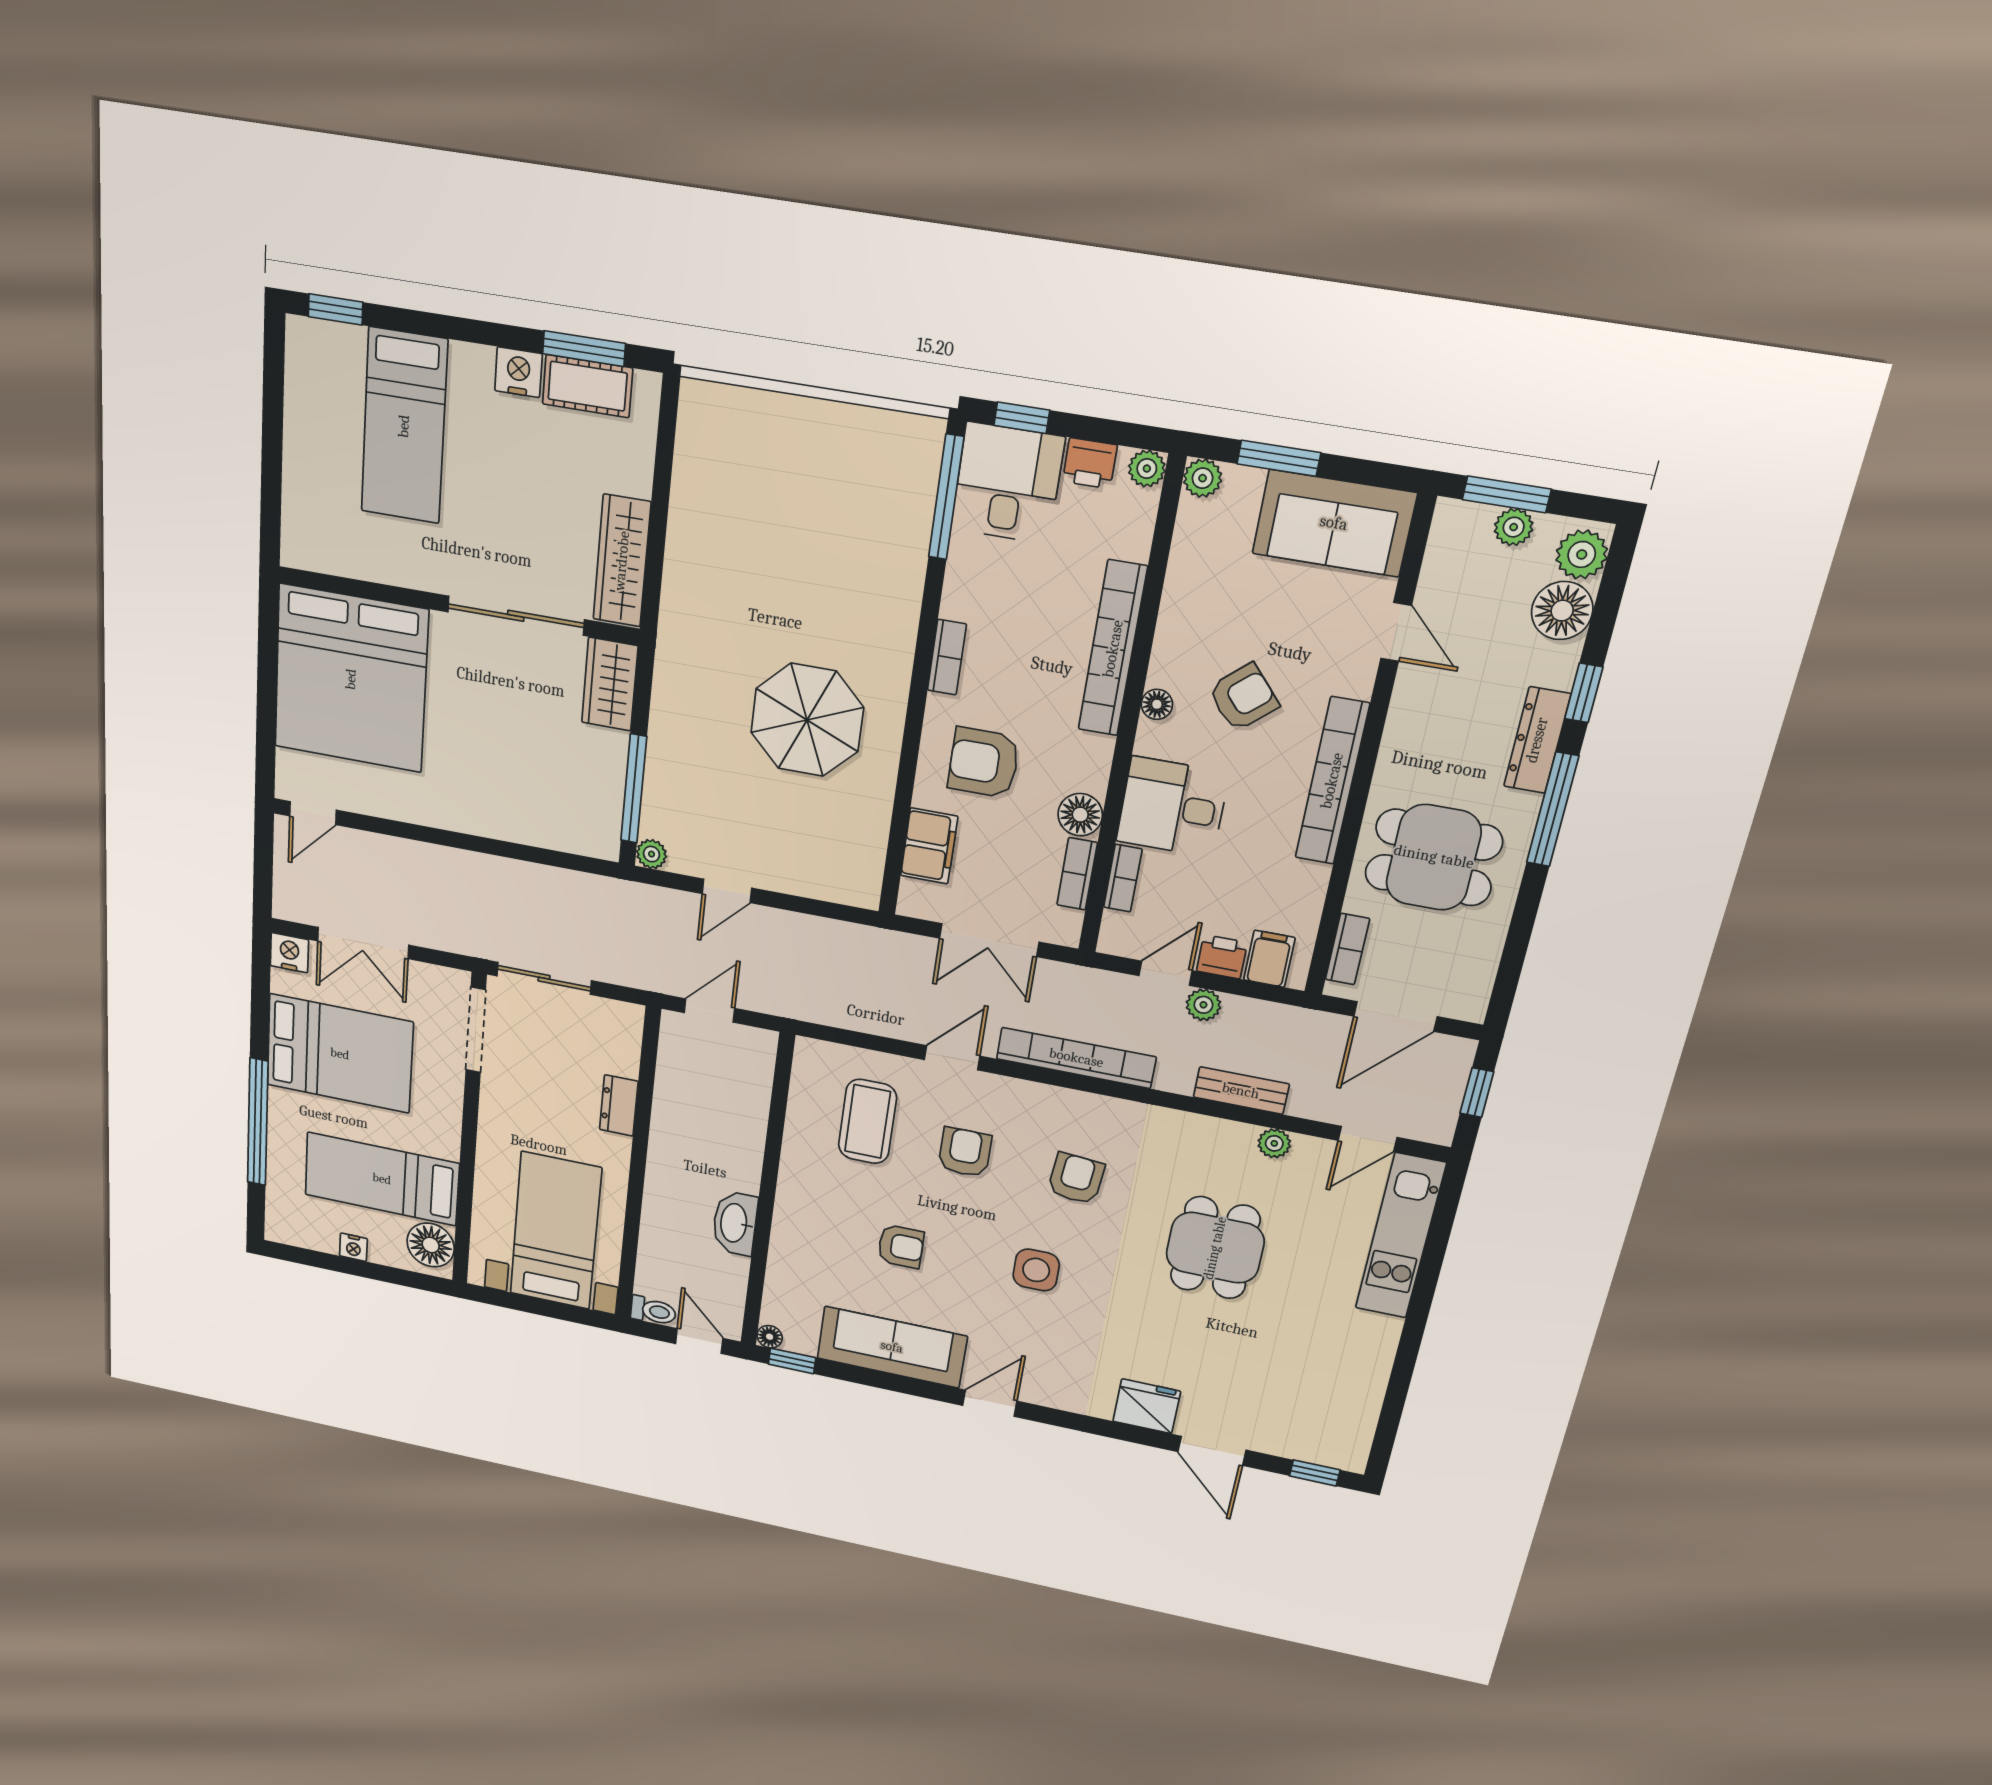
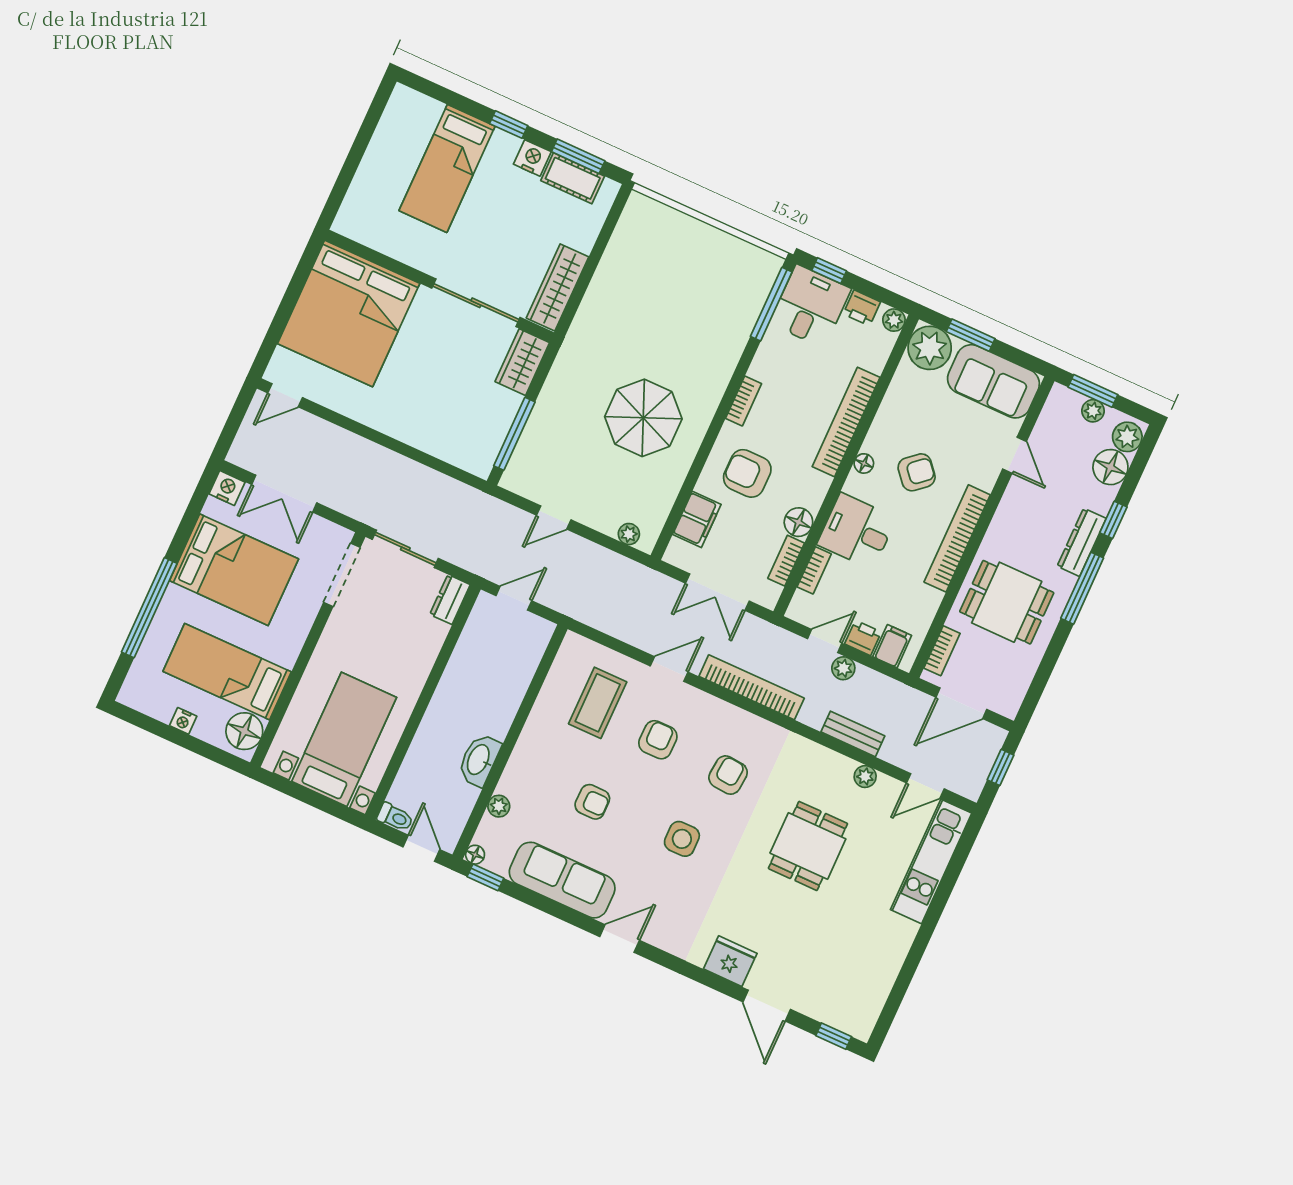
window: (336, 309) -> (509, 125), moved
plant: (1203, 478) -> (930, 348), width x1.87, depth x1.87
plant: (652, 854) -> (629, 534), moved
dresser: (619, 1105) -> (450, 600), moved
plant: (780, 1274) -> (499, 806), added

